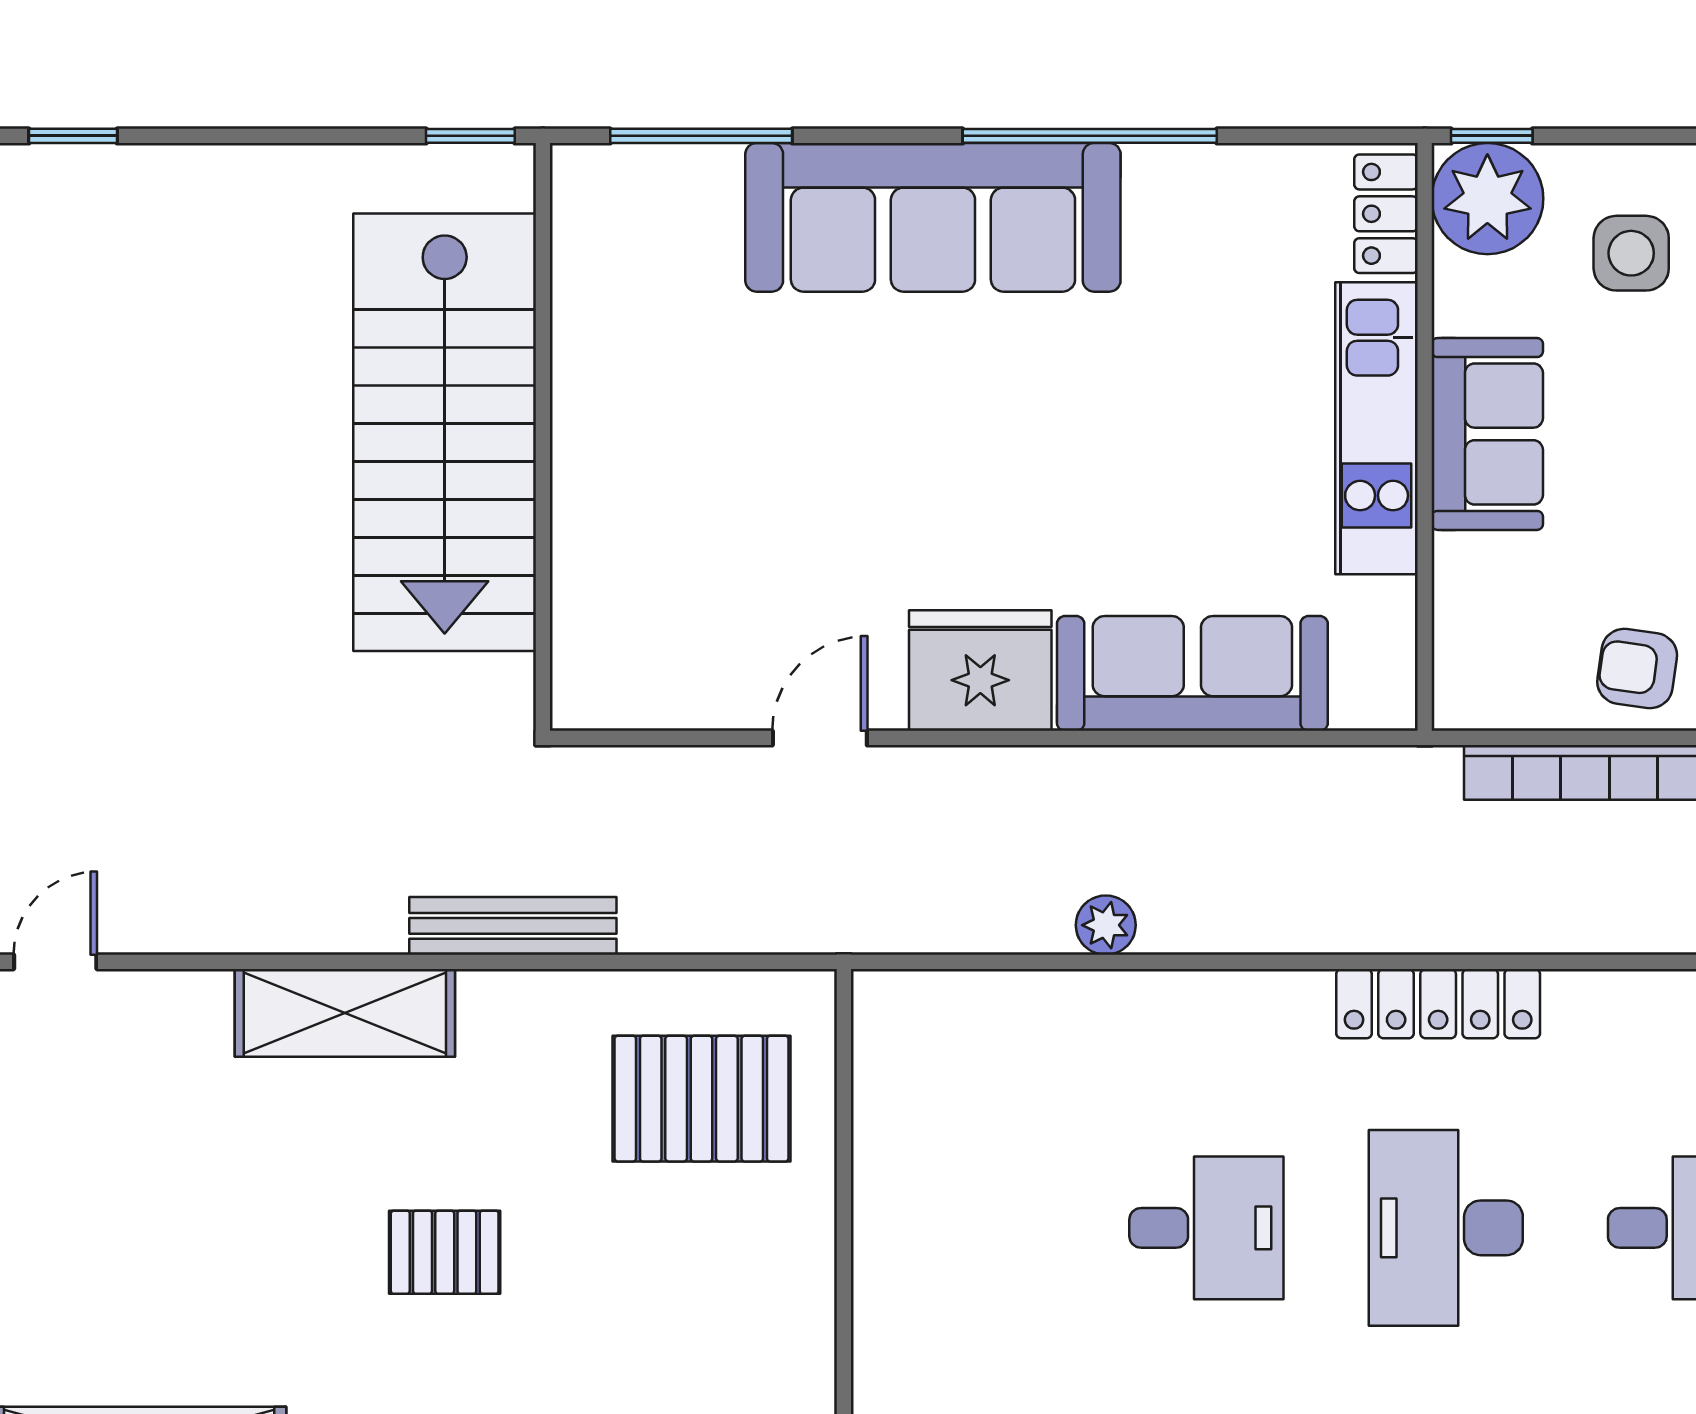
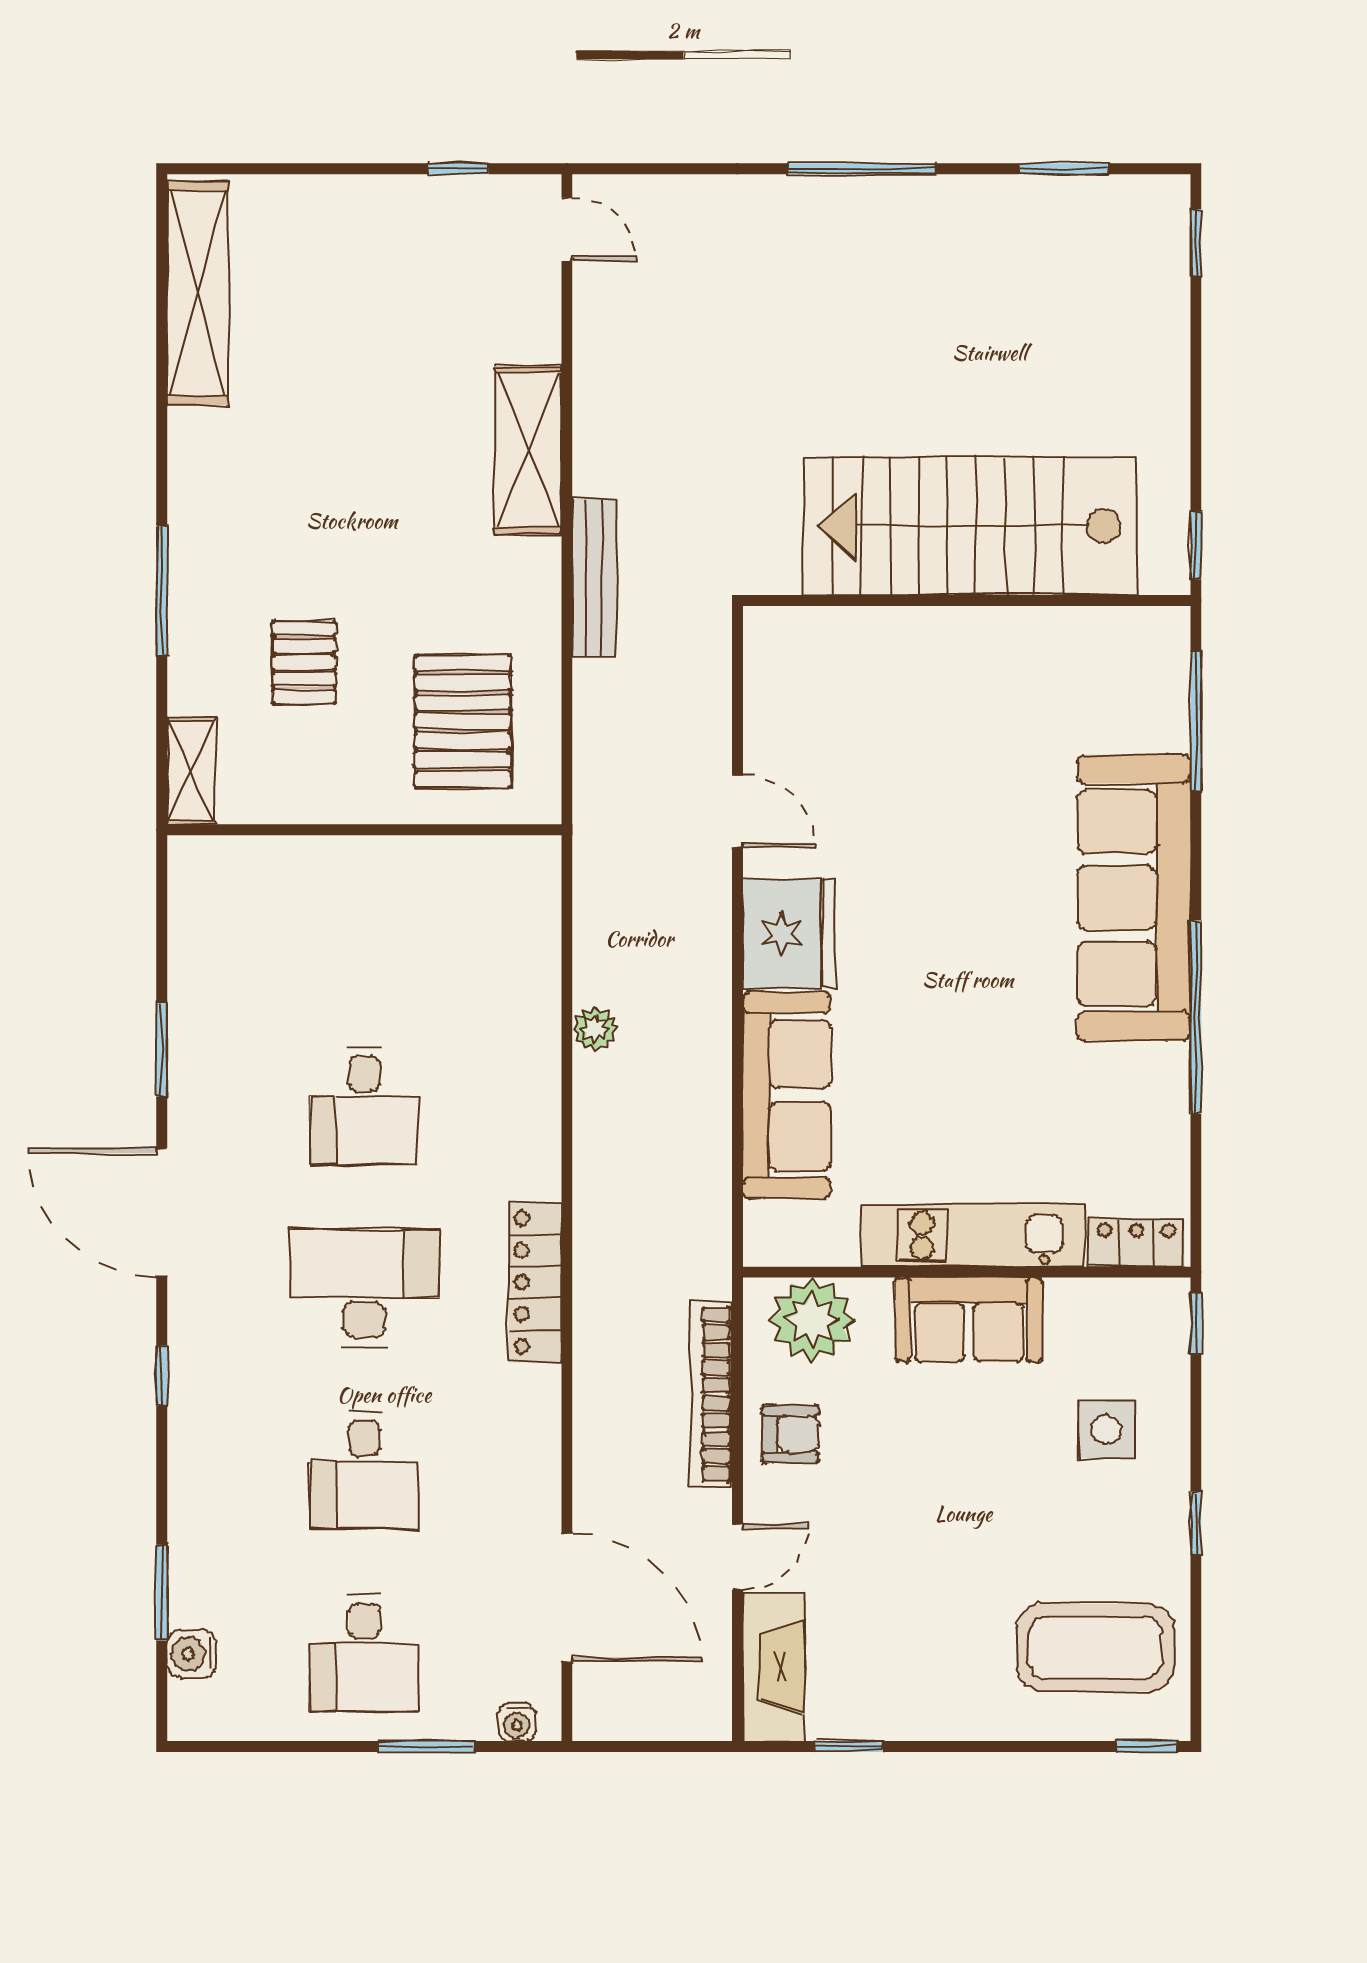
plant: (1487, 199) -> (812, 1320), moved
armchair: (1637, 668) -> (790, 1434), turned 82
pallet: (445, 1252) -> (304, 663), moved

